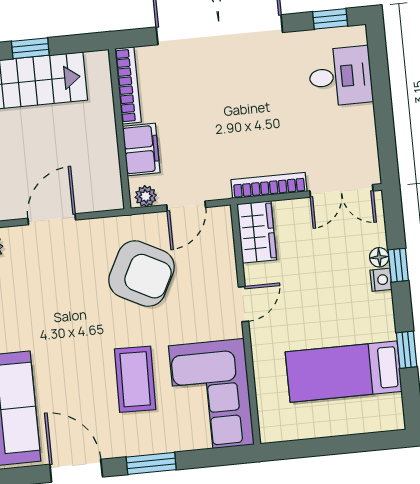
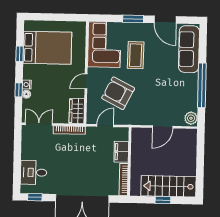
plant: (146, 196) -> (122, 132), removed
armchair: (142, 274) -> (118, 93), moved
bed: (344, 372) -> (47, 48), width x1.50

